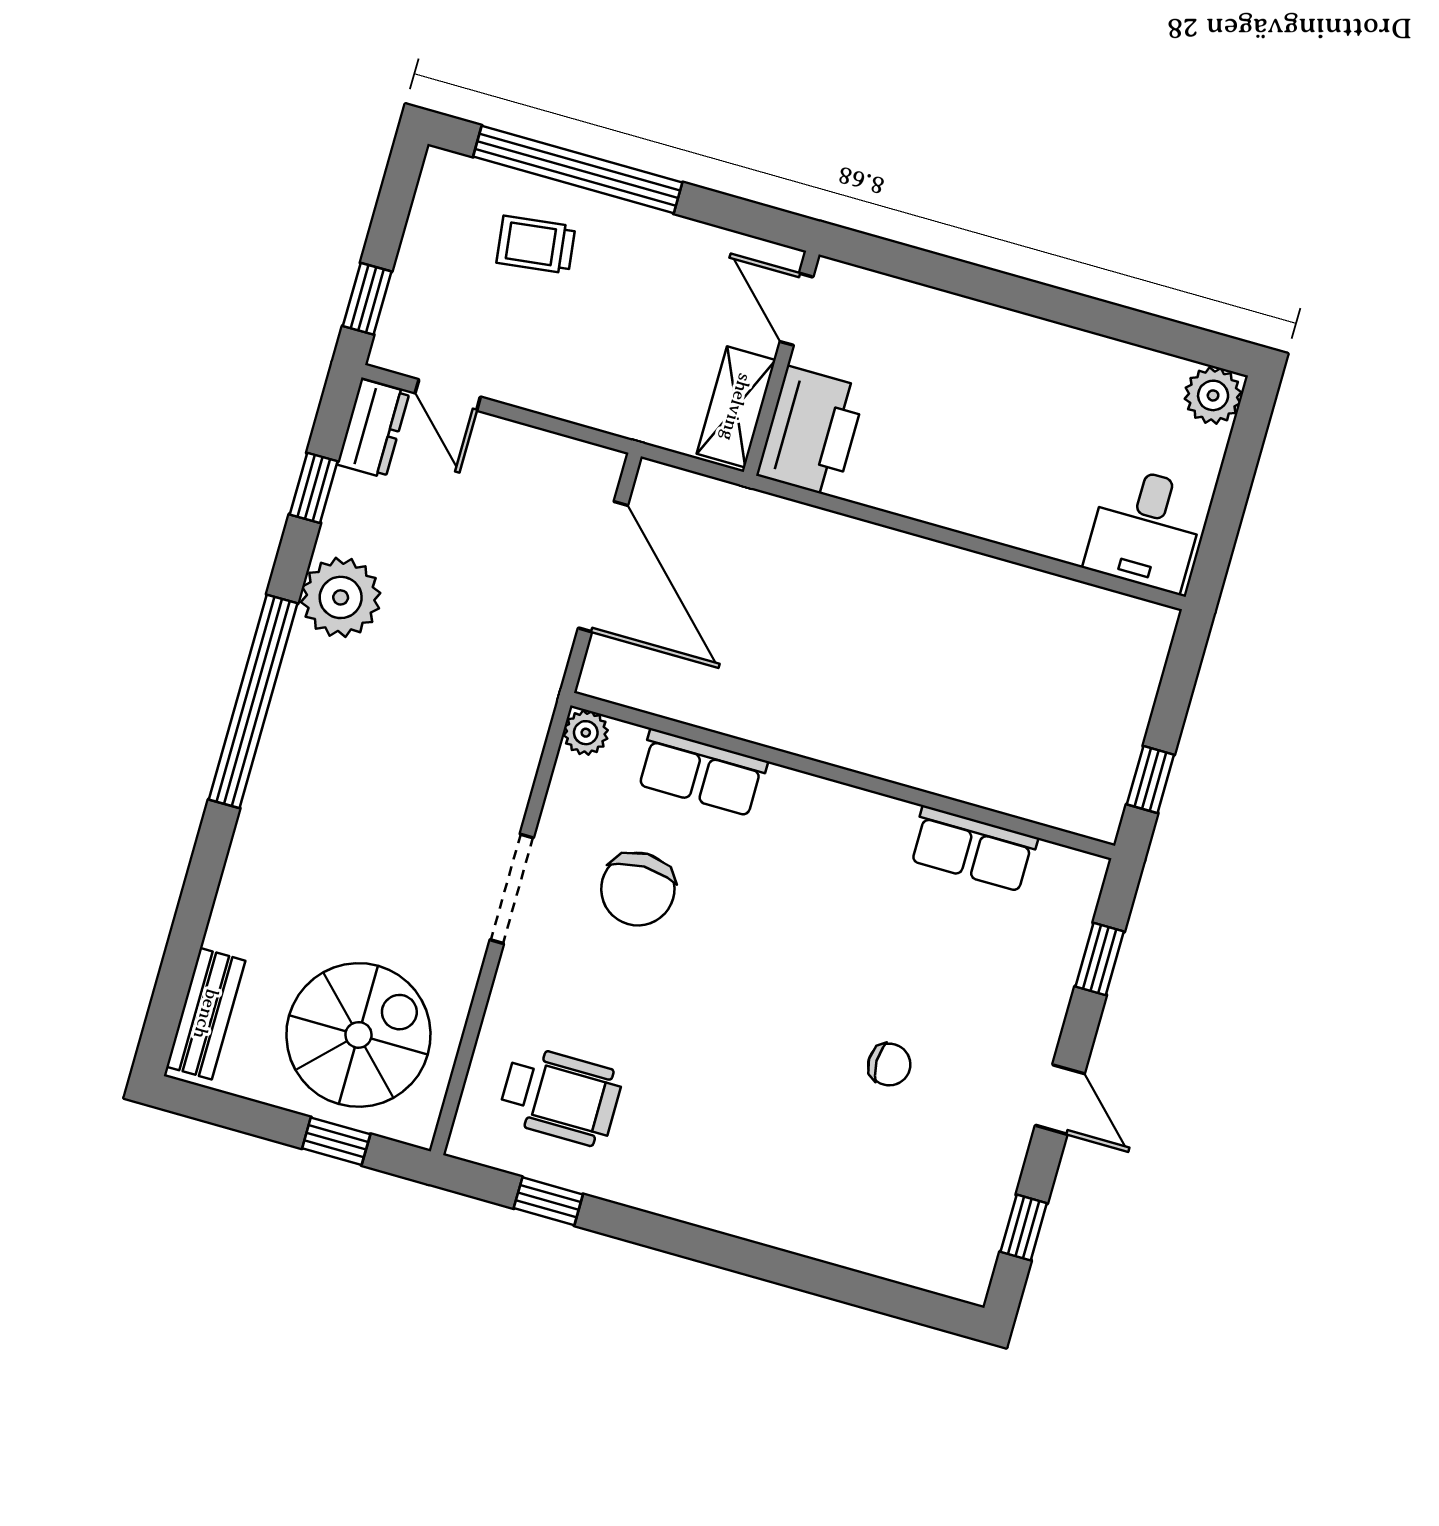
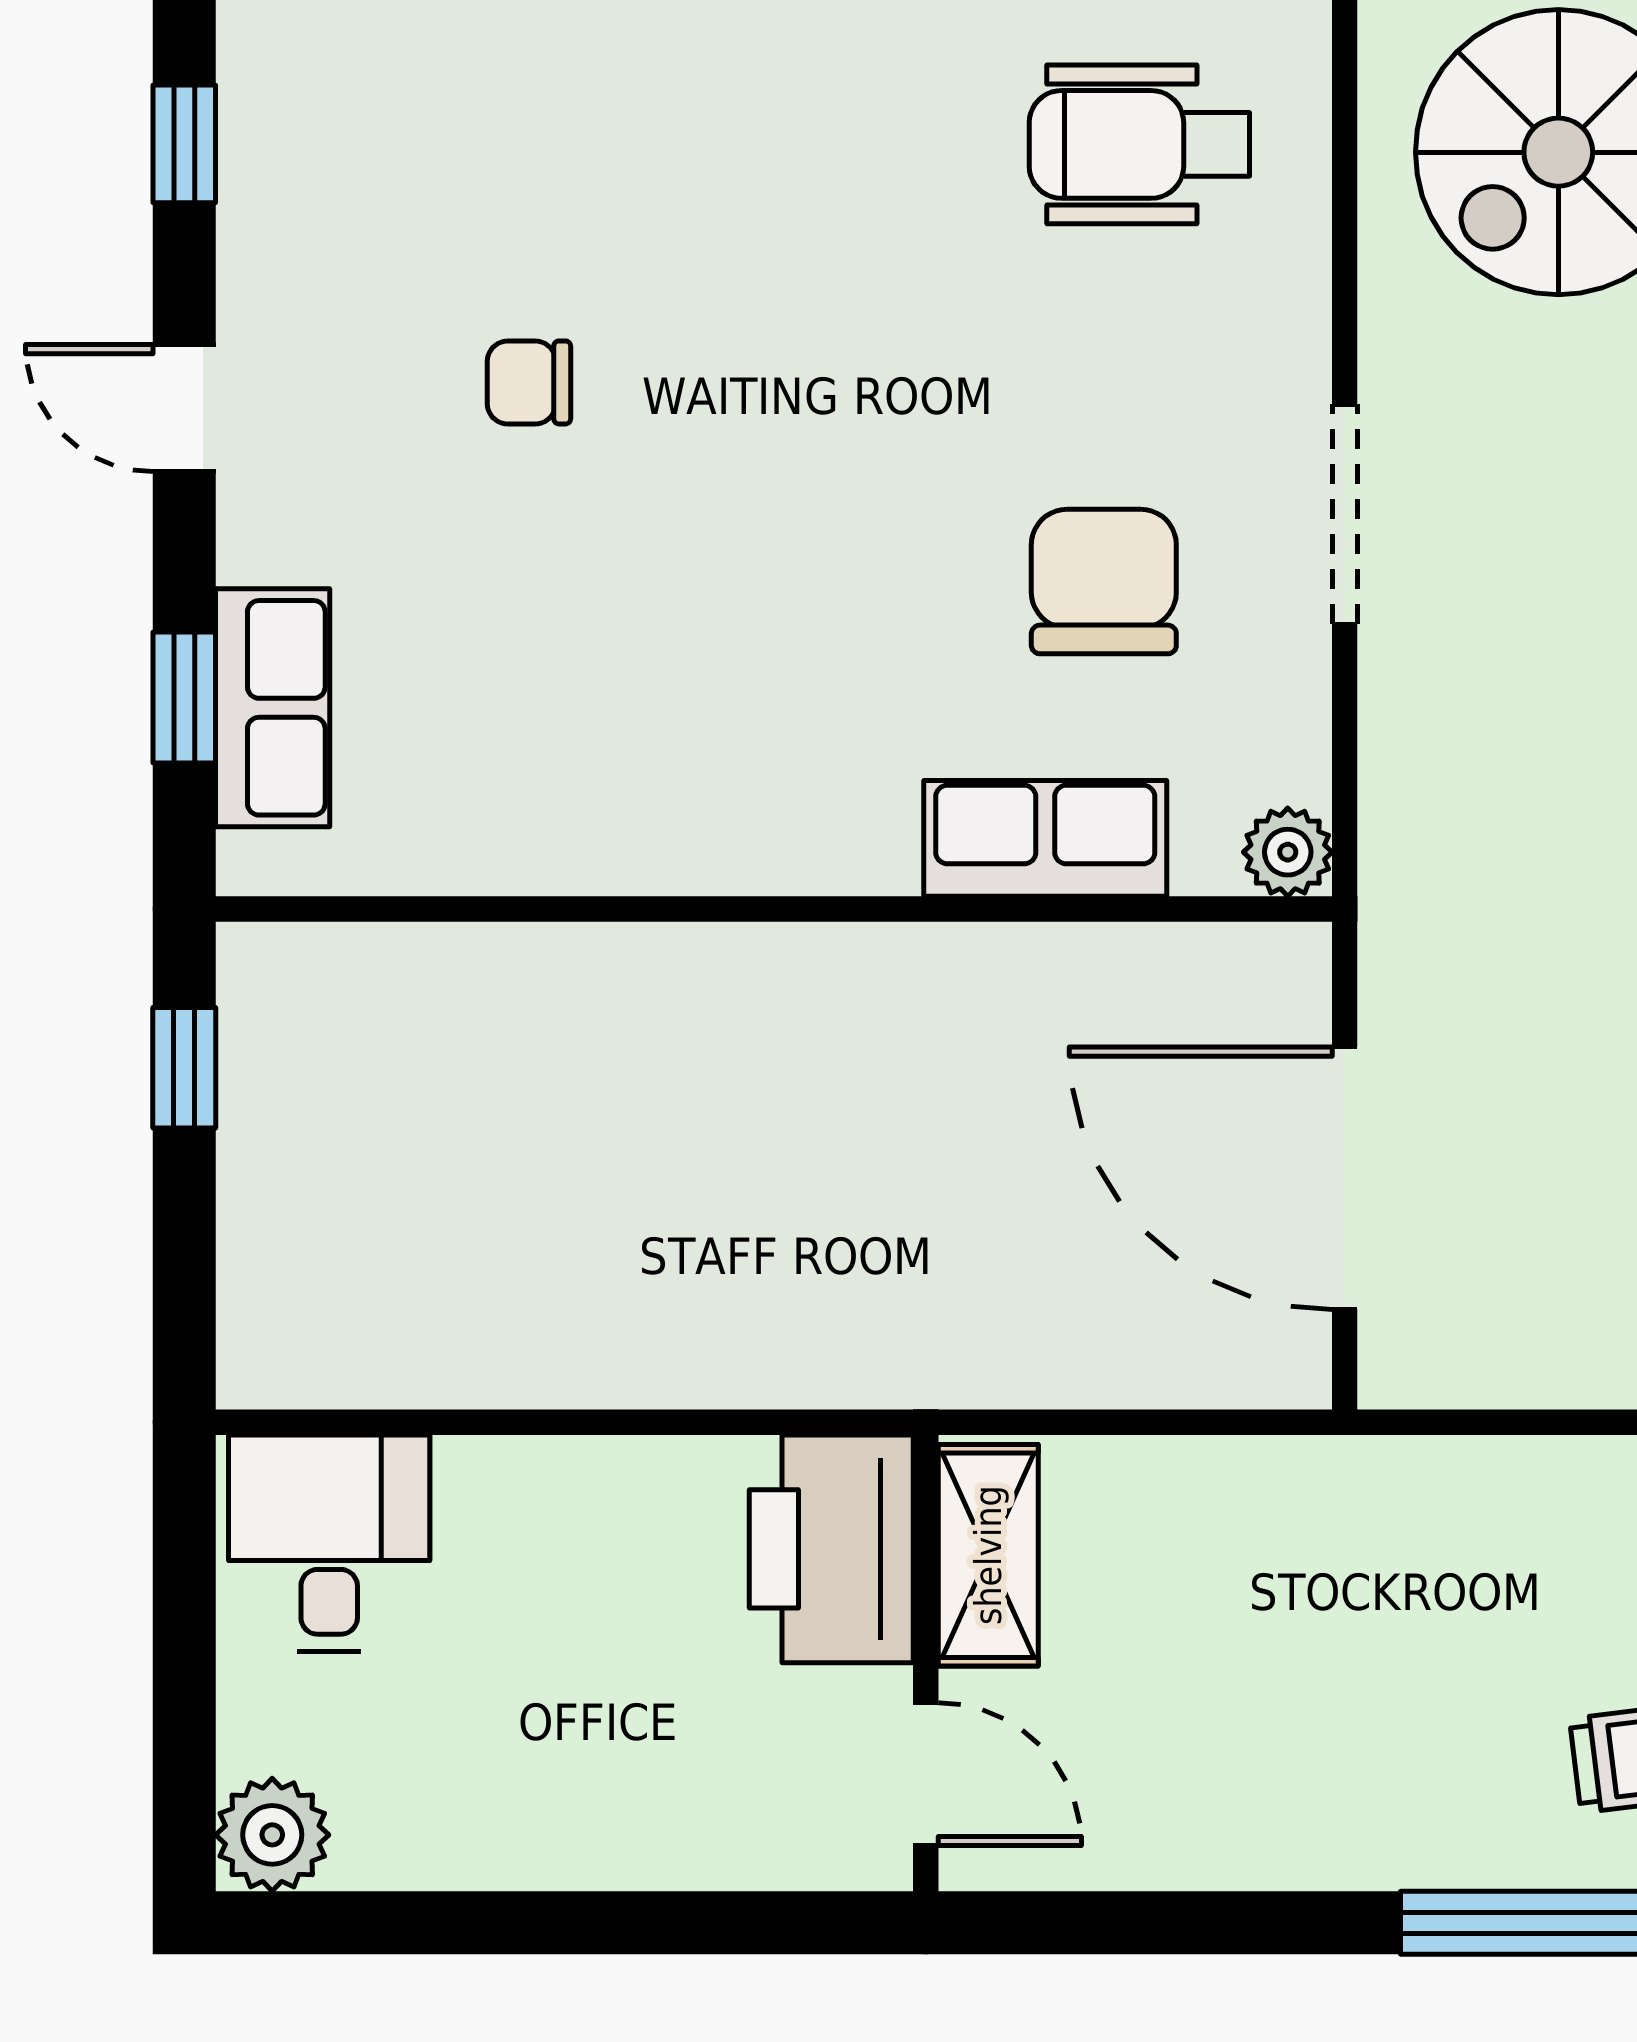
door: (796, 309) -> (926, 1774), moved
wall: (781, 363) -> (926, 1663), moved
shelving: (736, 407) -> (988, 1555), moved
printer: (811, 432) -> (831, 1549), moved
row of seats: (973, 849) -> (273, 708), moved, turned 90

